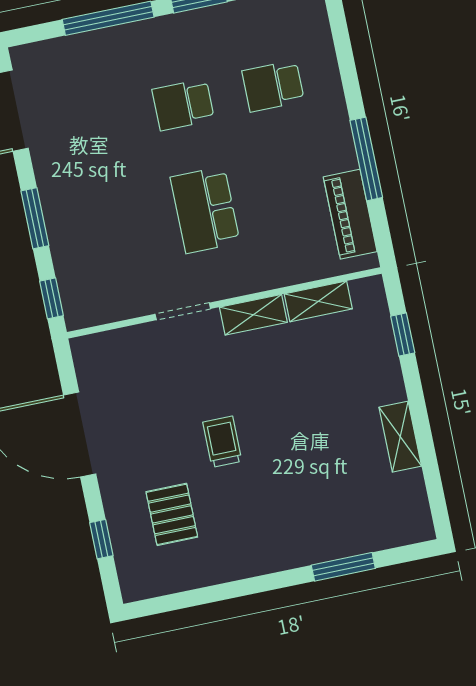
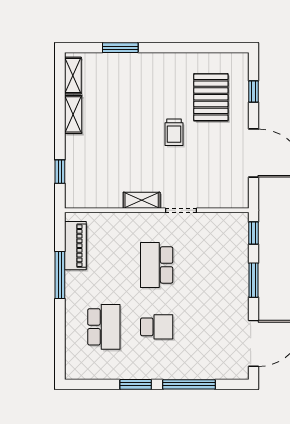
school desk: (273, 86) -> (104, 327), width x1.85
school desk: (205, 210) -> (157, 265), turned 180
shelving: (318, 301) -> (73, 75), moved, turned 90
pallet: (172, 514) -> (211, 97), width x1.50, depth x1.42

